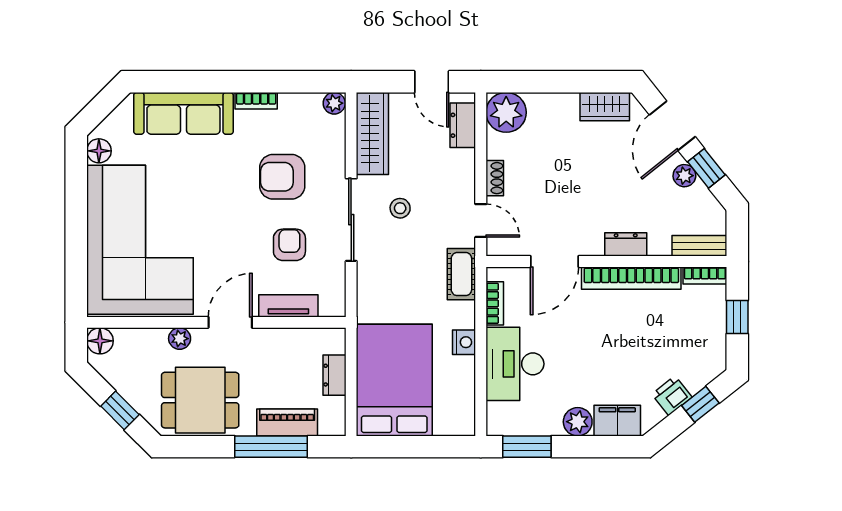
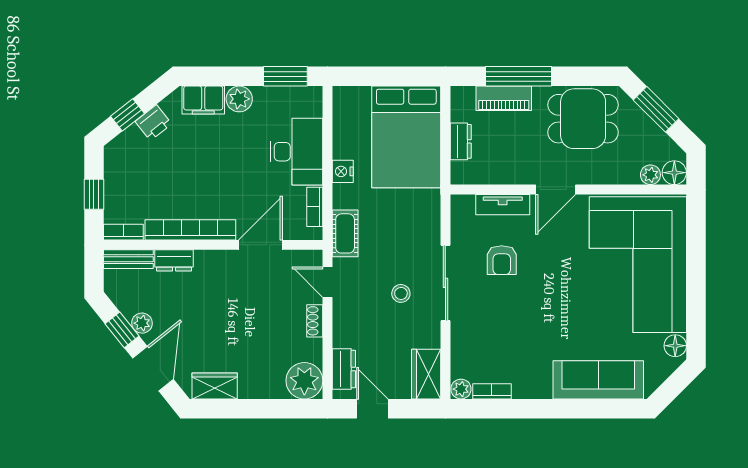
bookcase: (256, 101) -> (492, 391), moved
wardrobe: (372, 133) -> (426, 374), width x0.67
armchair: (282, 177) -> (508, 322), removed
dresser: (626, 244) -> (174, 260), moved
plant: (180, 339) -> (650, 175), moved
window: (120, 410) -> (656, 109), width x1.50

